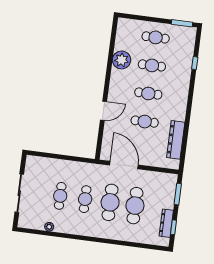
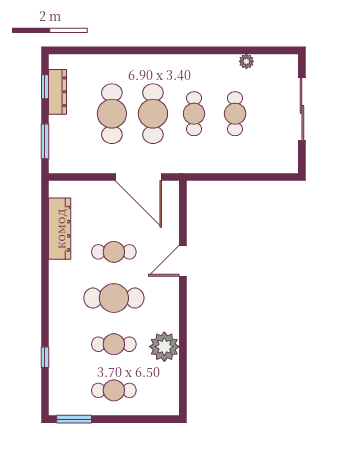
cafe table: (148, 94) -> (114, 298), width x1.37, depth x1.35

